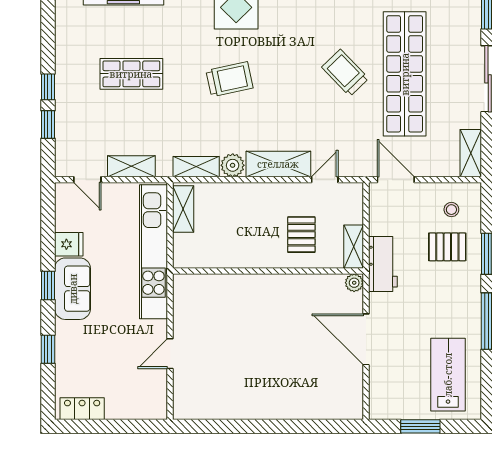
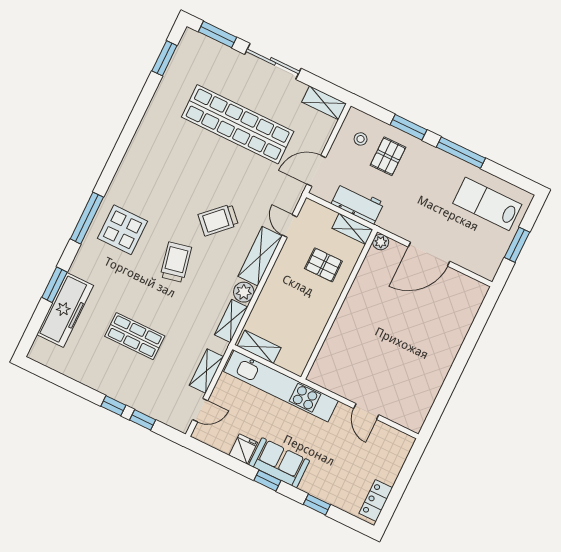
trolley: (345, 73) -> (218, 220), moved
shop shelf: (131, 74) -> (135, 336), turned 90
workbench: (383, 264) -> (358, 203), moved

